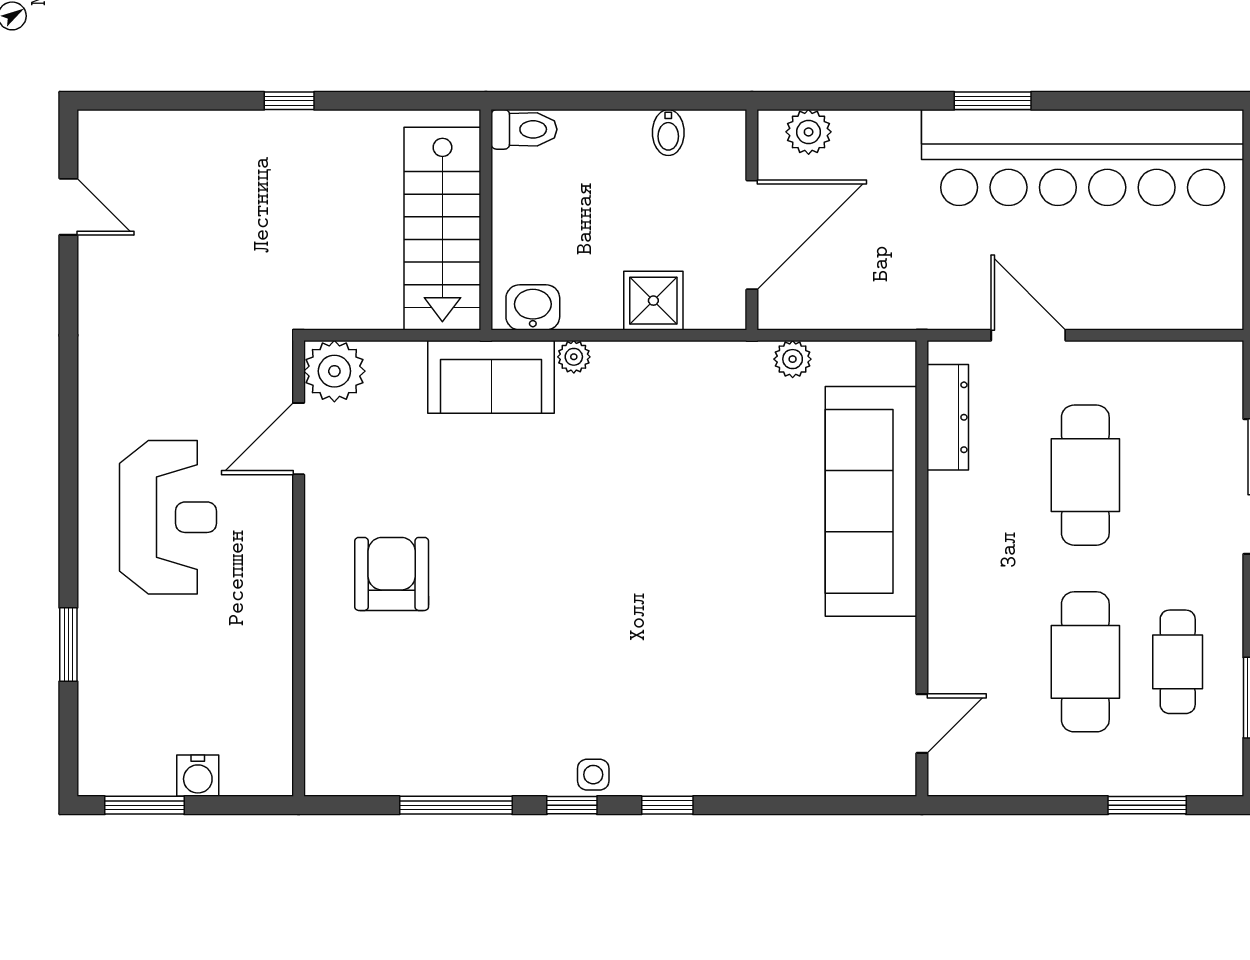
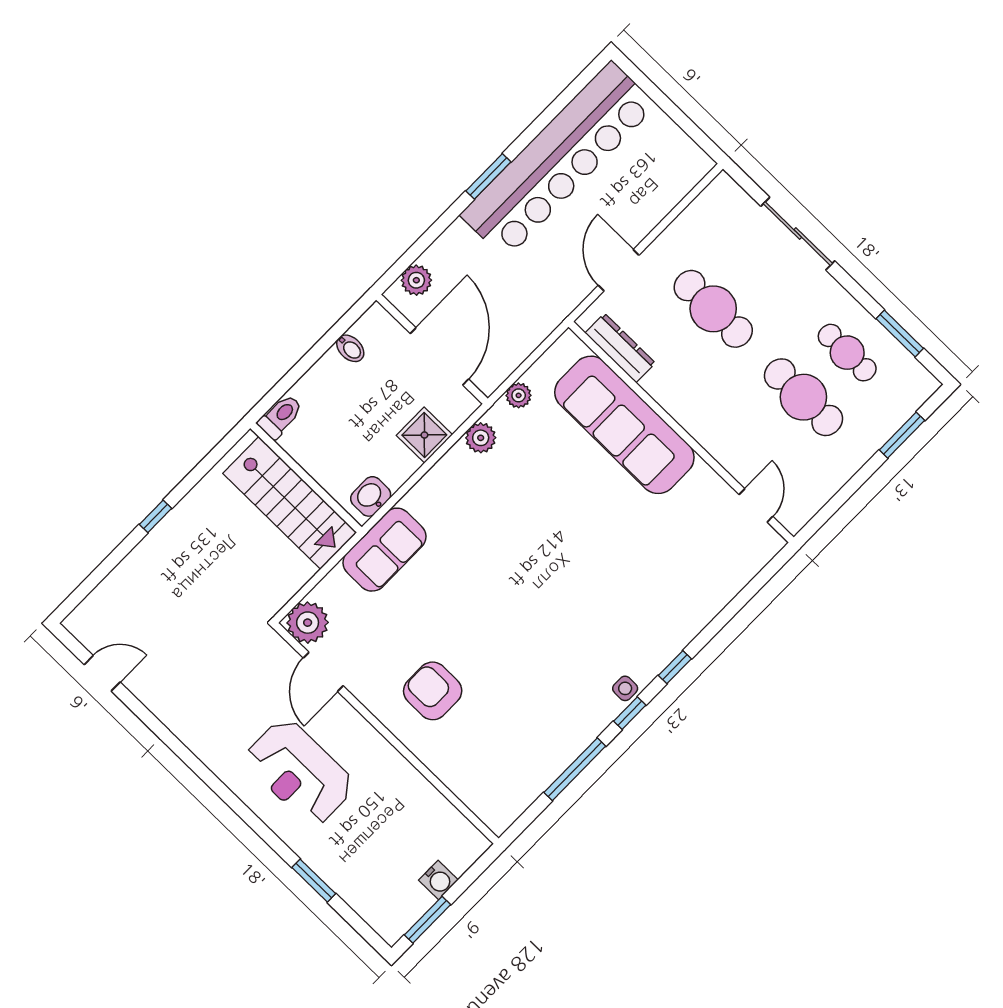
door: (1028, 335) -> (619, 270), hinge flipped
plant: (574, 357) -> (481, 438), moved, width x1.38, depth x1.38
reception desk: (168, 517) -> (299, 772), turned 180

